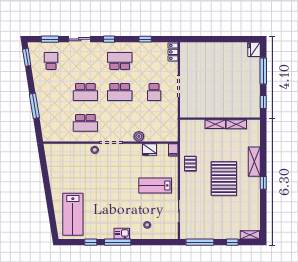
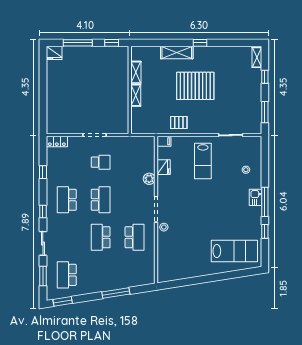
school desk: (51, 61) -> (67, 275), width x1.85
school desk: (85, 92) -> (101, 237), turned 180
window: (200, 242) -> (265, 112), width x0.69

